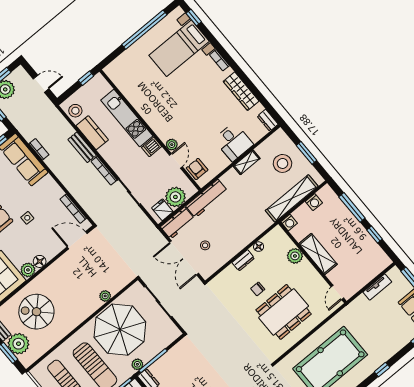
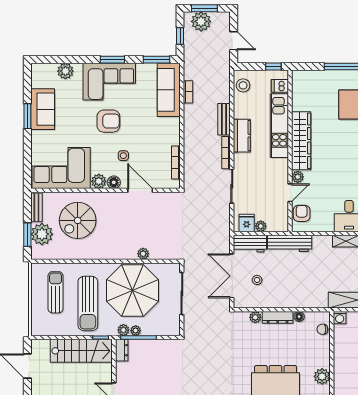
wardrobe: (152, 116) -> (301, 141), added
kitchen counter: (92, 133) -> (242, 136), moved
dishwasher: (152, 147) -> (280, 86), moved
plant: (175, 197) -> (261, 226), width x0.53, depth x0.53
side table: (27, 218) -> (123, 156), moved
door: (77, 240) -> (140, 190), moved
shelving: (318, 254) -> (342, 362), removed
plant: (295, 256) -> (322, 376), moved
dresser: (243, 260) -> (278, 317), width x1.44
plant: (227, 274) -> (255, 317), added
chair: (258, 289) -> (322, 329), moved
spiral stairs: (36, 312) -> (78, 220), turned -90
plant: (147, 357) -> (136, 331), added

